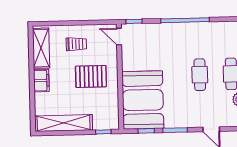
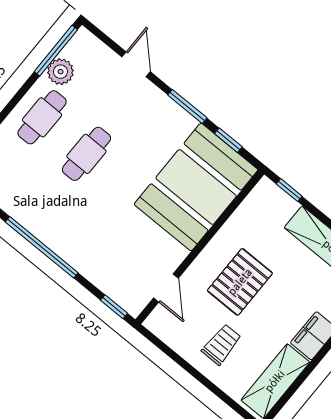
door: (119, 37) -> (166, 288), moved
trolley: (76, 44) -> (221, 344), turned 90
pallet: (91, 76) -> (240, 282), turned 90

